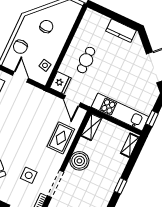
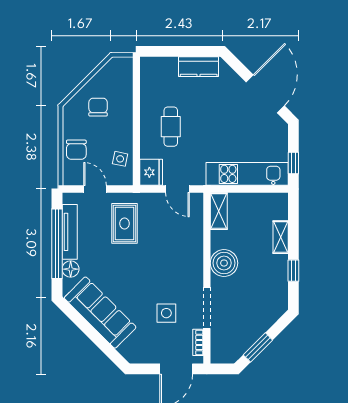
rug: (61, 138) -> (125, 223), moved
shelving: (130, 145) -> (281, 237), moved

